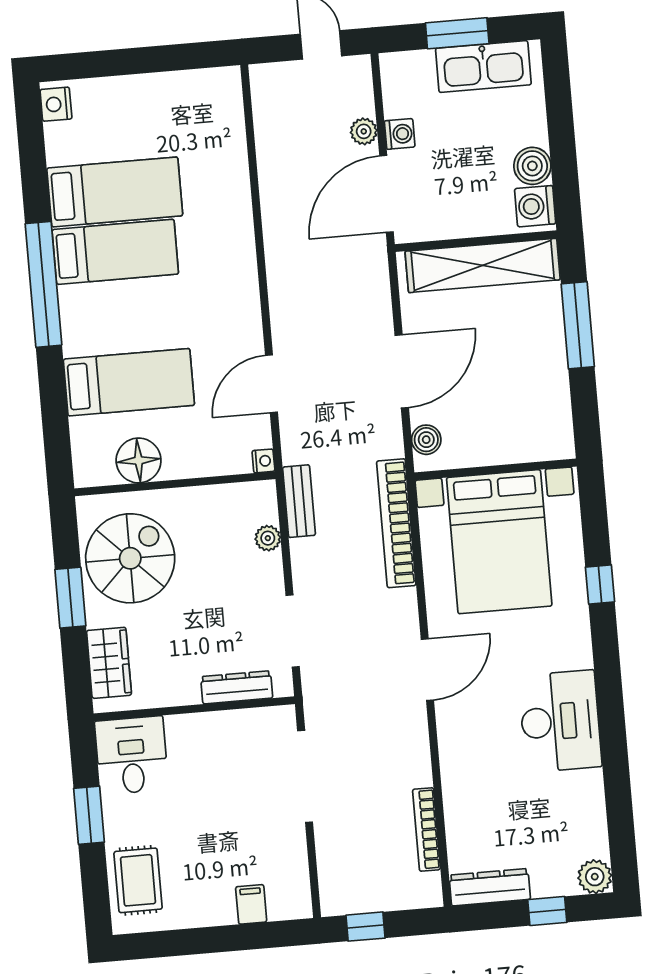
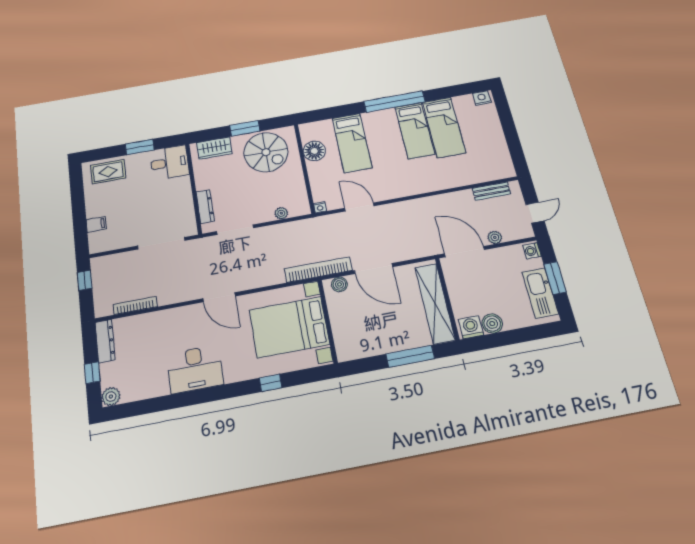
washing machine: (400, 134) -> (532, 251), moved, turned 90
bench: (299, 501) -> (491, 191), moved
bookcase: (396, 523) -> (318, 270), moved

